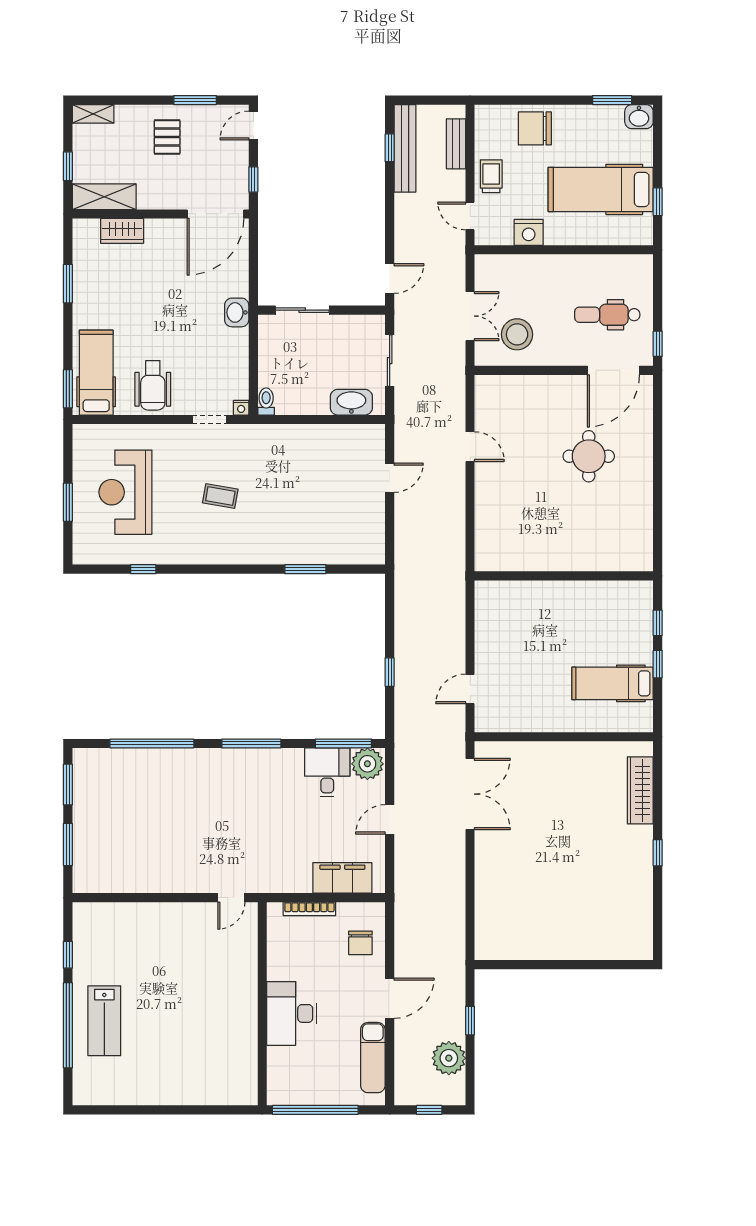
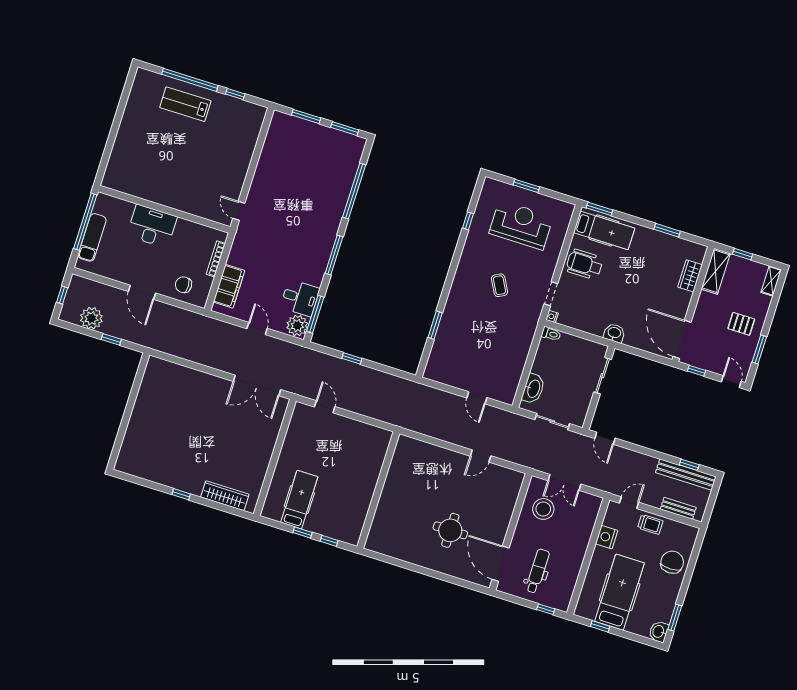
window: (658, 344) -> (546, 609), moved
coffee table: (220, 496) -> (499, 285), turned -39
exam couch: (373, 1058) -> (92, 237), moved, turned 90

